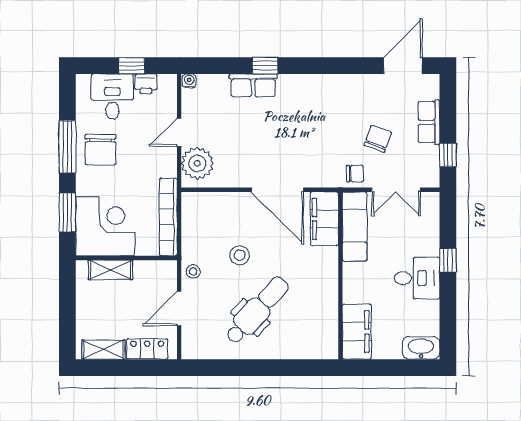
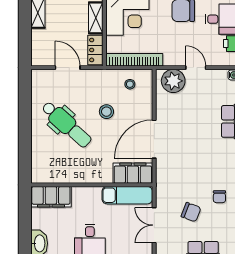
chair: (355, 174) -> (219, 197), moved
stool: (193, 272) -> (130, 84), moved
locker: (147, 349) -> (95, 50), moved, turned 180

